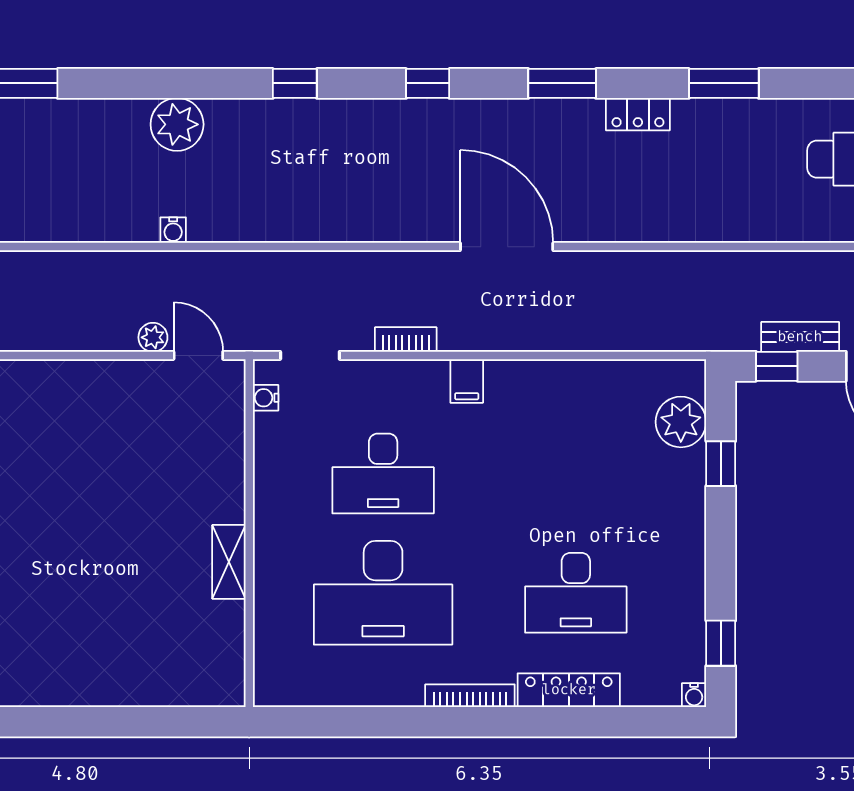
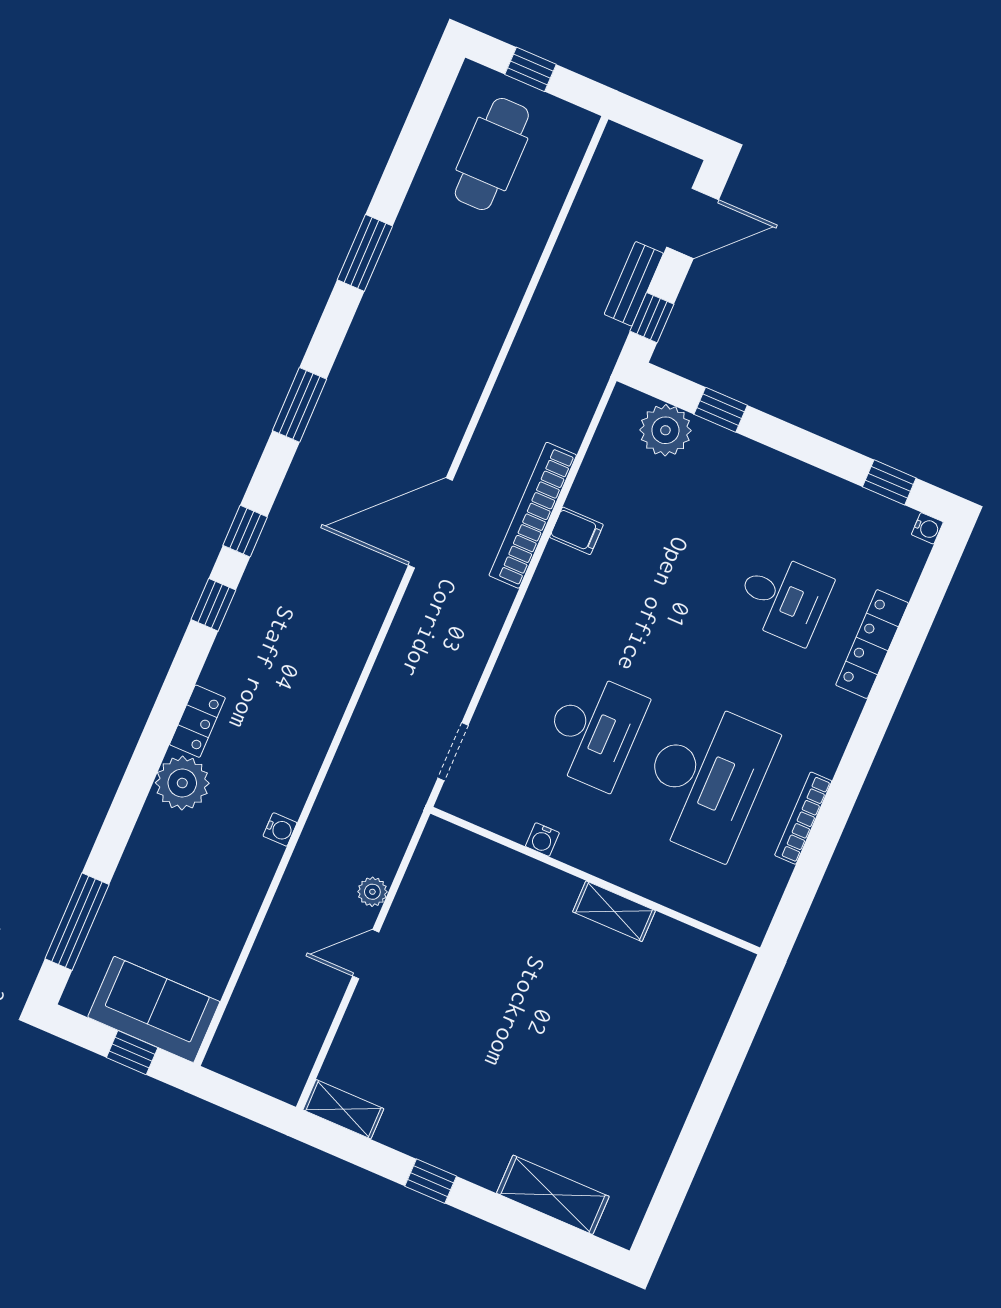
window: (295, 83) -> (213, 605), moved
locker: (638, 114) -> (197, 721), moved
bookcase: (406, 339) -> (533, 515), moved, width x2.31, depth x1.31
door: (198, 355) -> (366, 954), moved
filing cabinet: (467, 381) -> (576, 531), moved
water cooler: (266, 398) -> (542, 839), moved
desk: (576, 593) -> (783, 598), width x0.73
bookcase: (470, 696) -> (803, 818), moved

